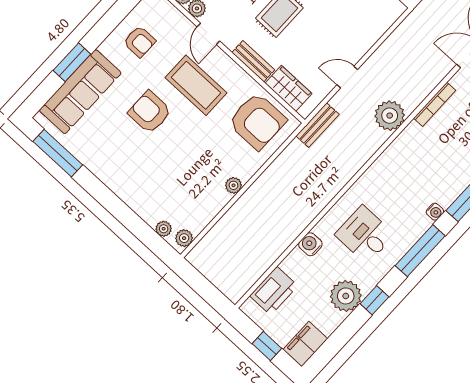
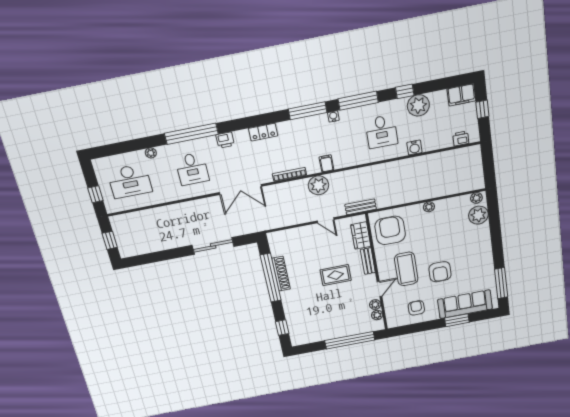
filing cabinet: (401, 150) -> (326, 163), added
plant: (164, 229) -> (478, 215), width x1.88, depth x1.88
printer: (274, 291) -> (461, 138), width x0.53, depth x0.68

